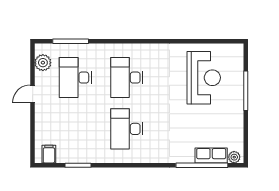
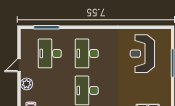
plant: (43, 63) -> (27, 84), moved
reception desk: (204, 78) -> (142, 54), turned 180

